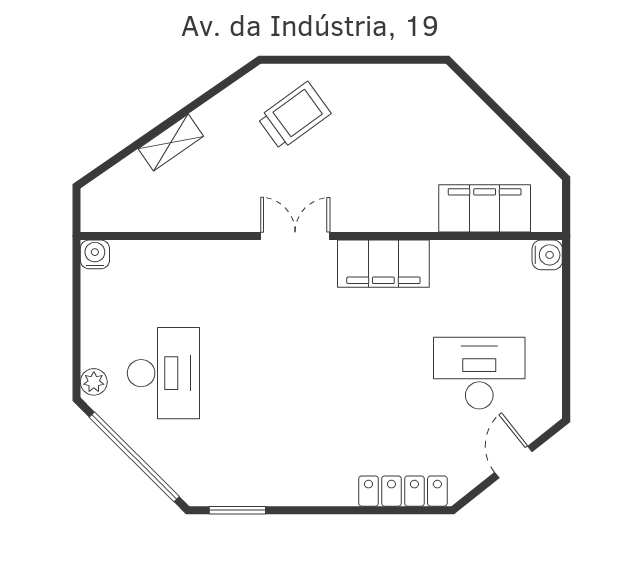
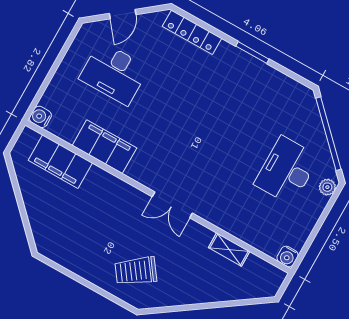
shelving: (171, 142) -> (229, 249), moved, turned 35
filing cabinet: (383, 264) -> (104, 147), moved
window: (237, 510) -> (252, 53), moved

